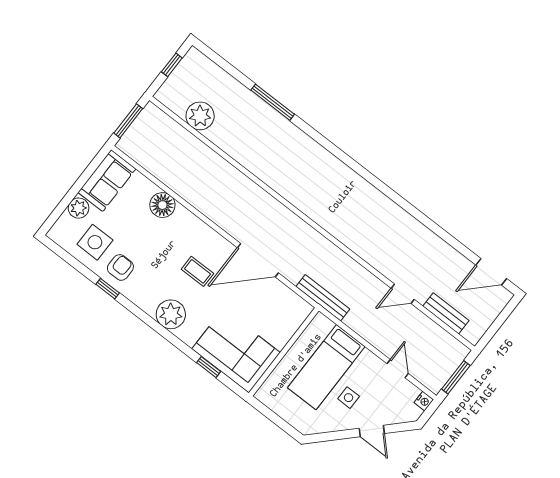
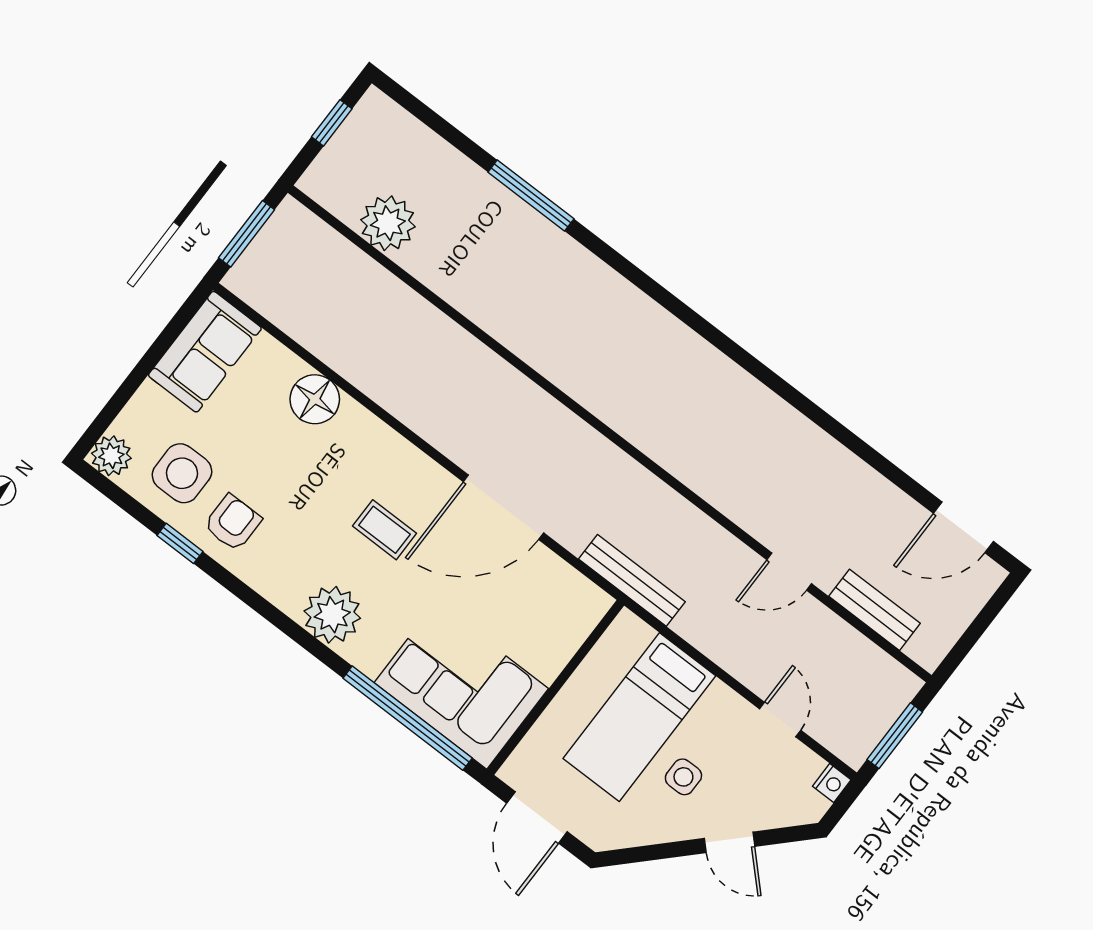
plant: (79, 208) -> (111, 456), moved
window: (108, 289) -> (180, 543), moved
window: (209, 367) -> (408, 718), width x3.17
door: (274, 418) -> (537, 817), added

